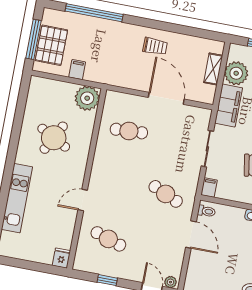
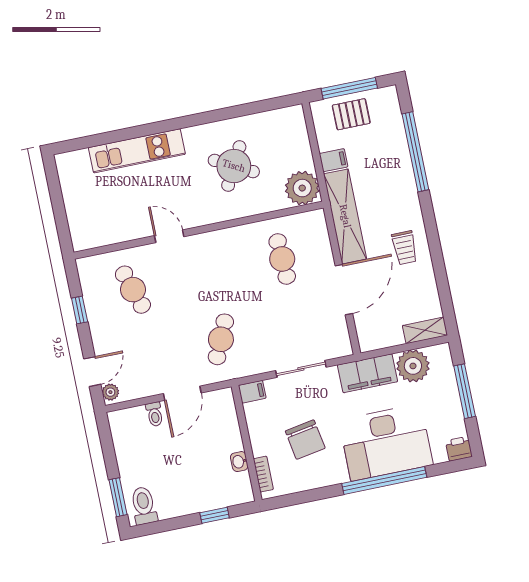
pallet: (51, 45) -> (351, 114), width x0.67, depth x0.71
shelving: (213, 69) -> (425, 330), moved
shelving: (118, 77) -> (345, 216), added
toilet: (206, 211) -> (155, 414), moved
cafe table: (108, 239) -> (133, 290), turned -36
fridge: (61, 258) -> (84, 240), removed

